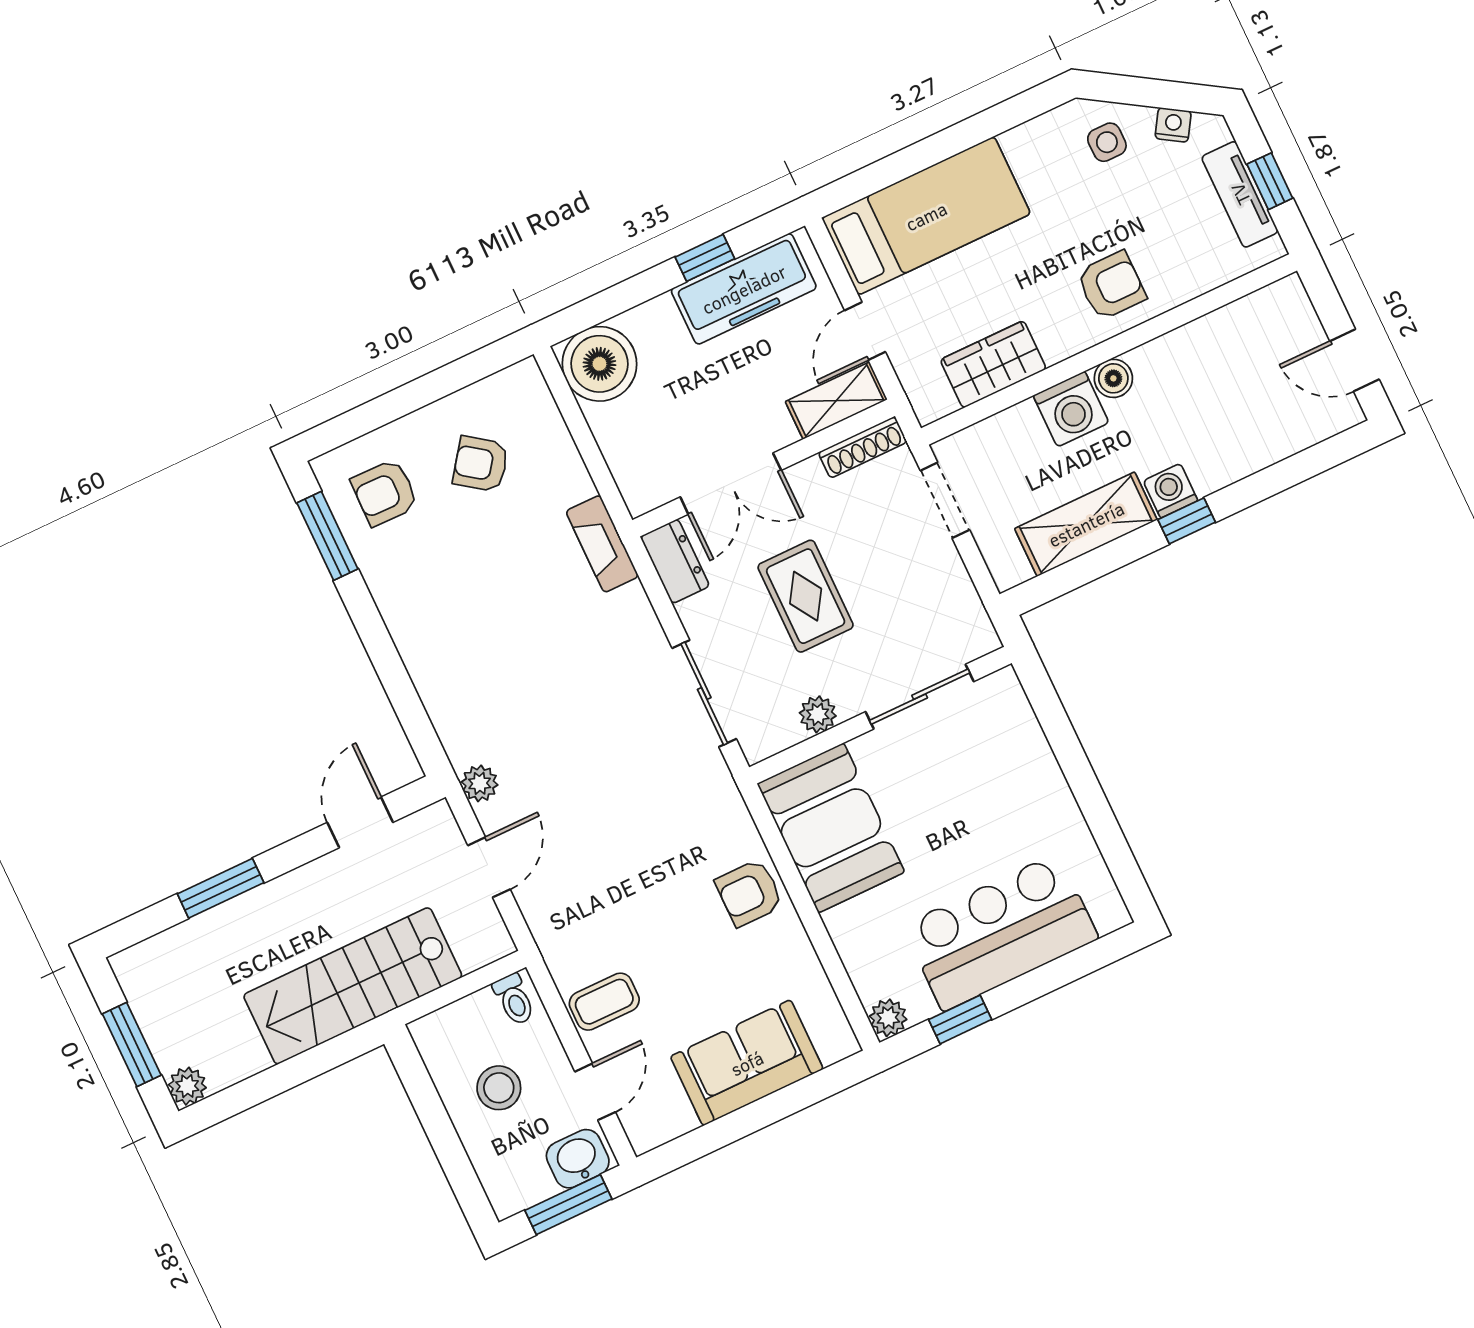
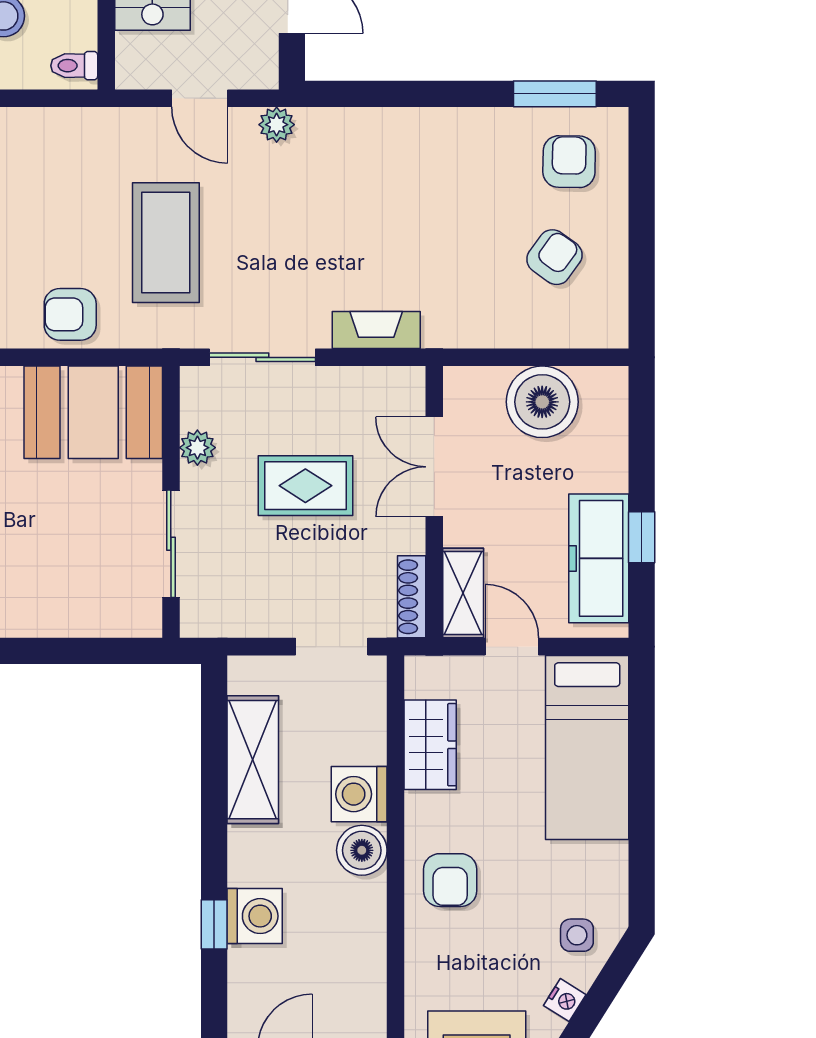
boiler: (599, 364) -> (542, 402), moved
boiler: (1113, 378) -> (362, 850), width x1.36, depth x1.36
washing machine: (1170, 491) -> (255, 916), moved, width x1.38, depth x1.38
window: (1187, 521) -> (214, 924), moved
fireplace: (602, 544) -> (376, 330), moved
dresser: (675, 561) -> (390, 386), removed
armchair: (749, 893) -> (70, 314), turned -90
coffee table: (604, 1002) -> (166, 243), moved, width x1.86, depth x1.72

